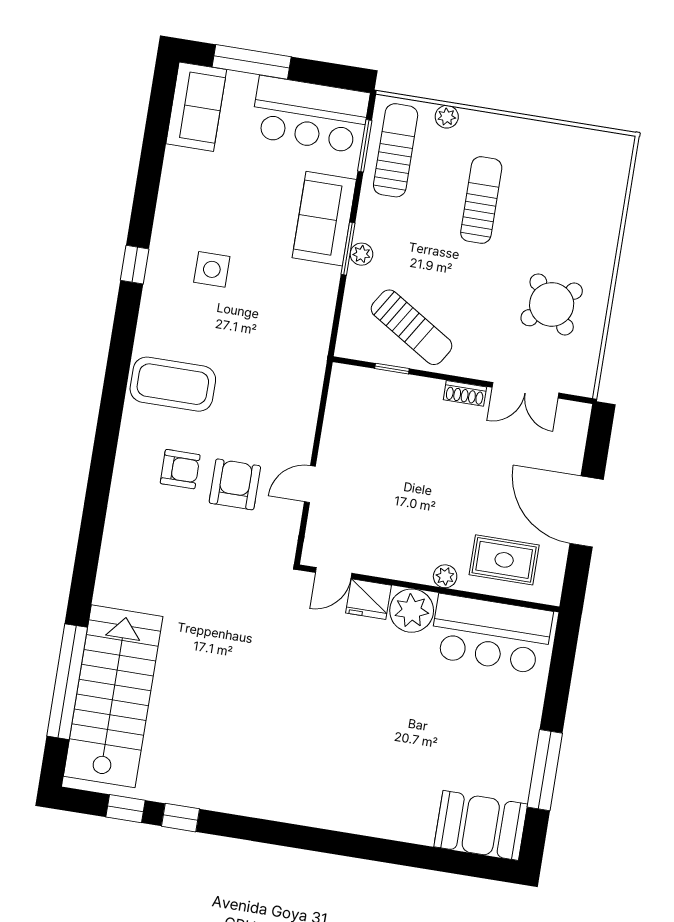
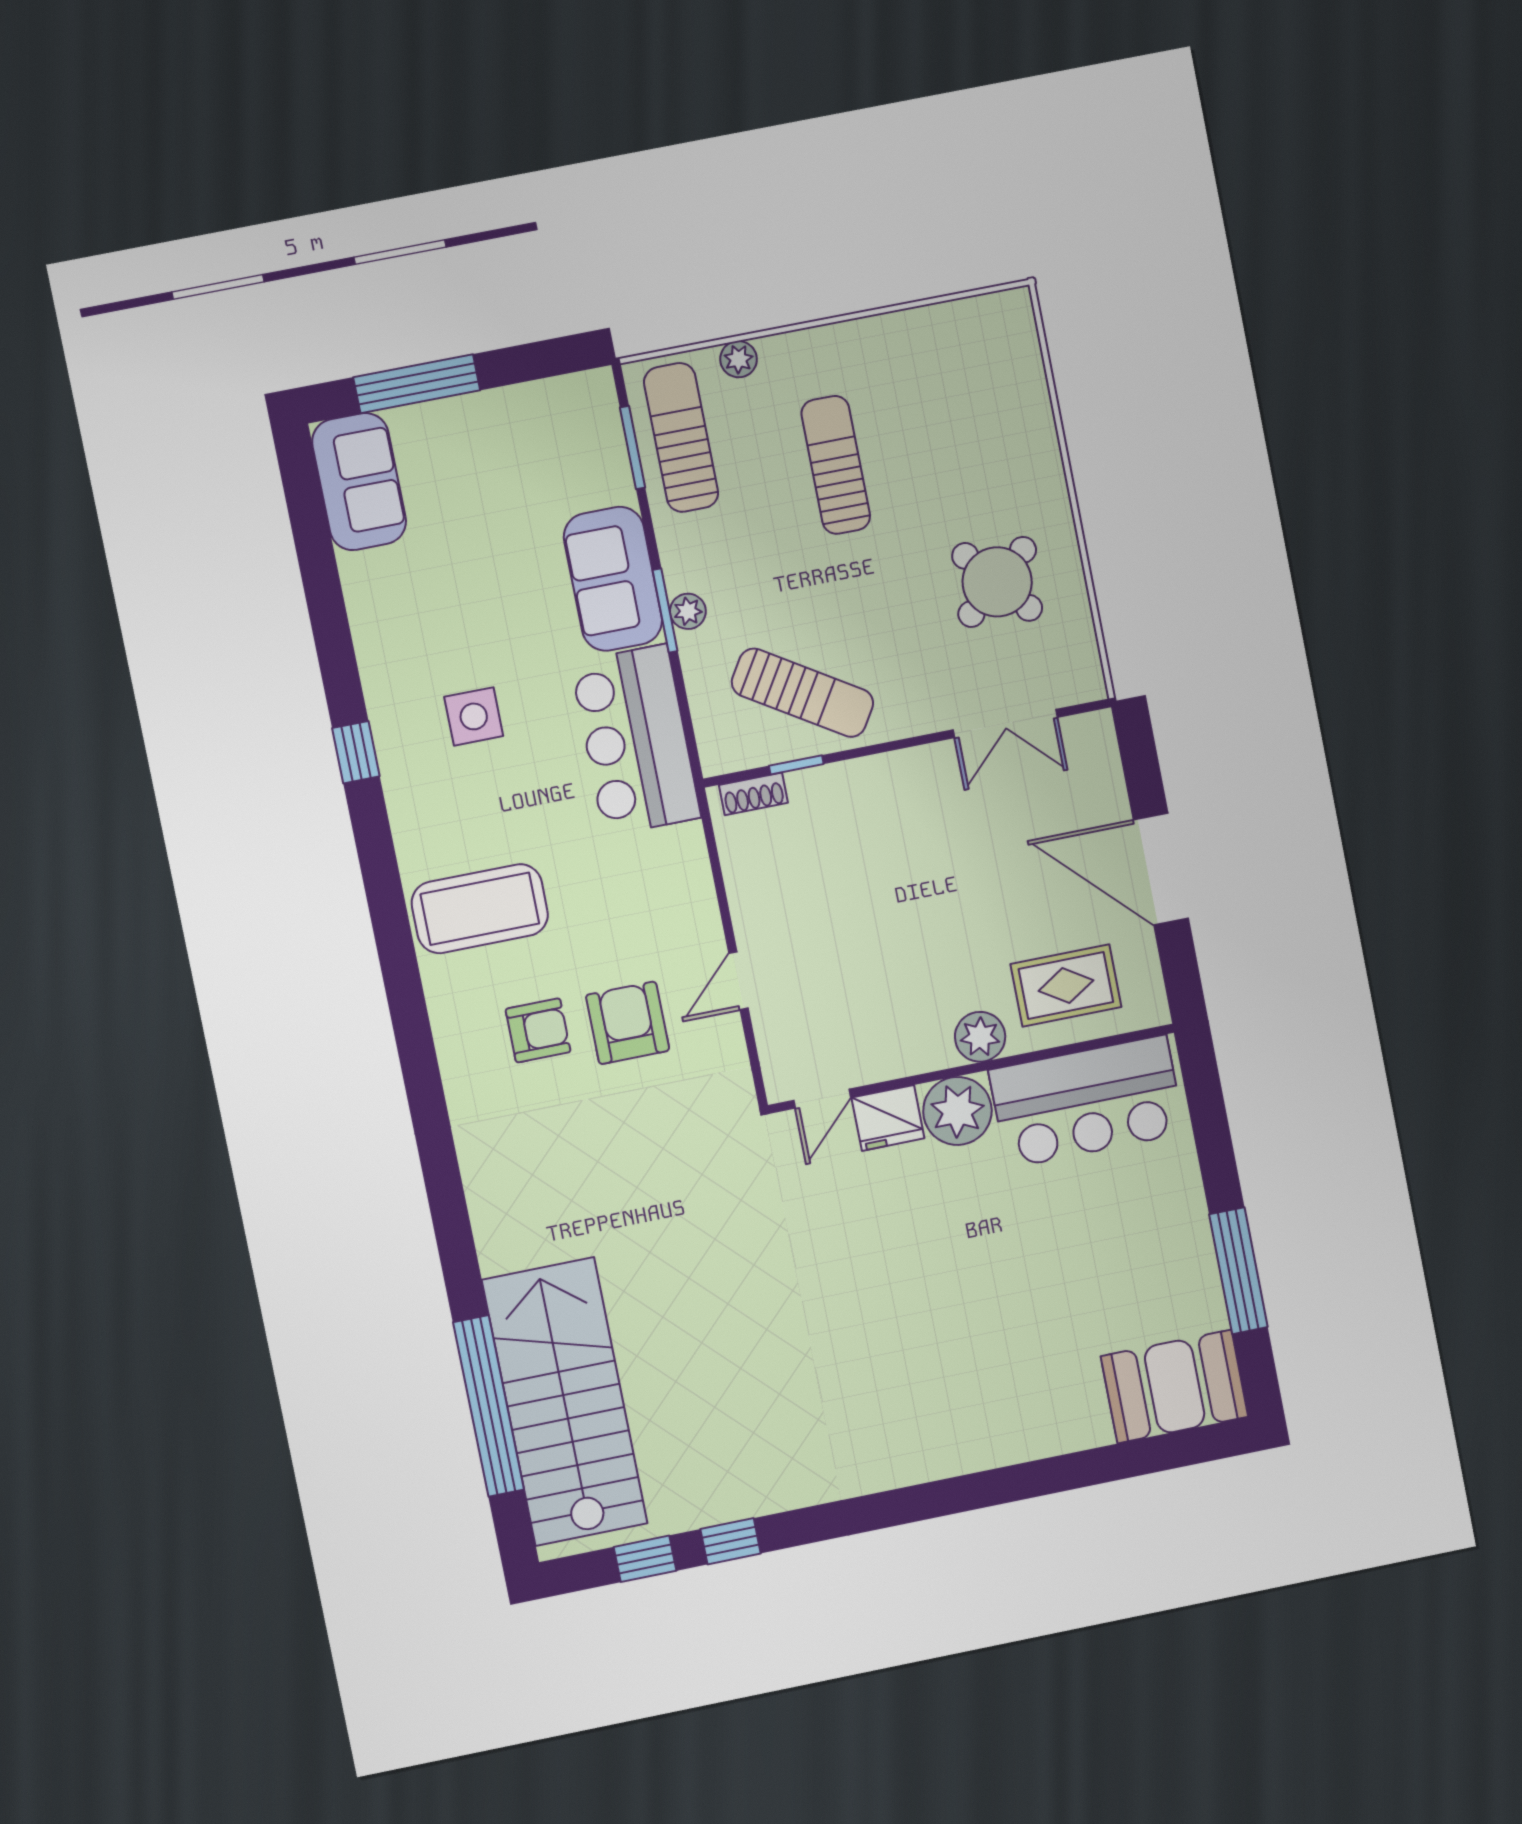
bar counter: (310, 115) -> (636, 740), moved, turned 90
shoe rack: (465, 393) -> (753, 794), moved
plant: (445, 576) -> (980, 1037), width x1.38, depth x1.38

